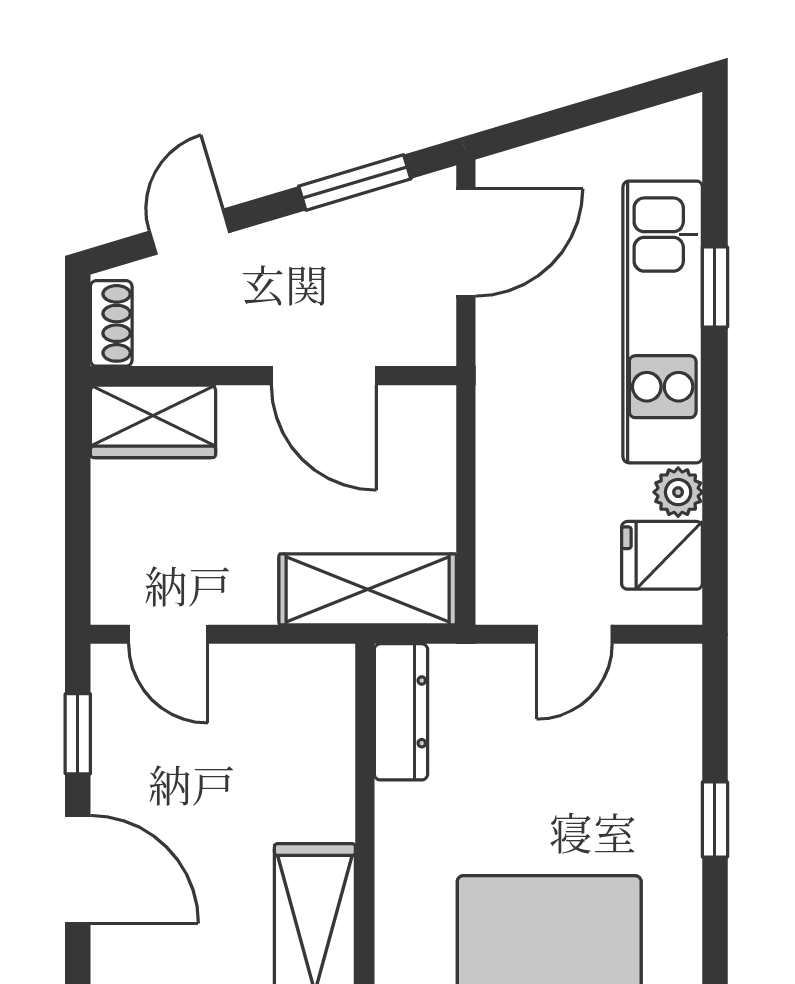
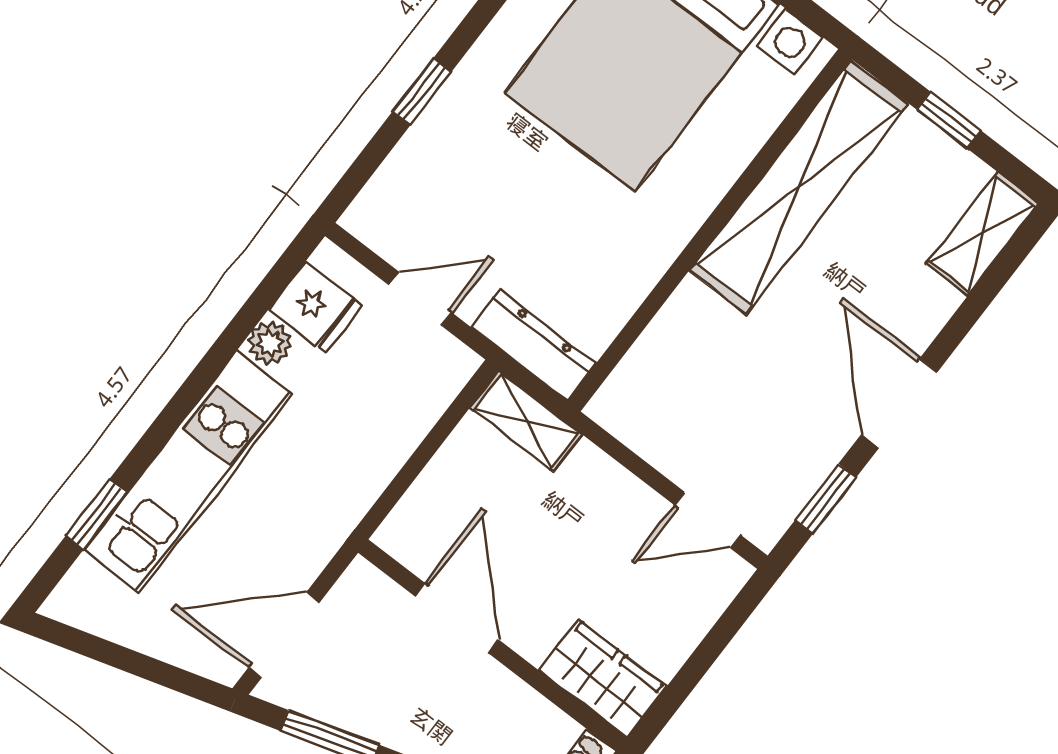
window: (715, 287) -> (96, 514), moved
shelving: (368, 589) -> (526, 421), width x0.67, depth x0.75
door: (168, 634) -> (708, 520), swing flipped
dresser: (401, 712) -> (533, 345), moved, turned 90

